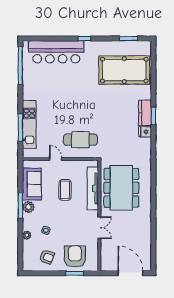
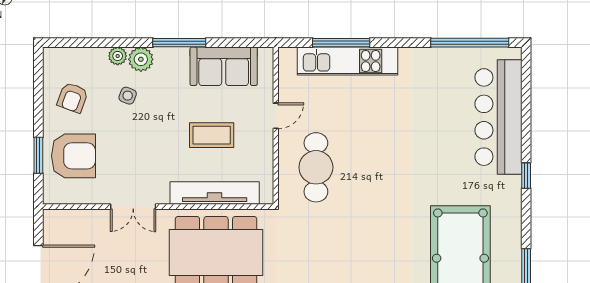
plant: (28, 207) -> (141, 59), moved

